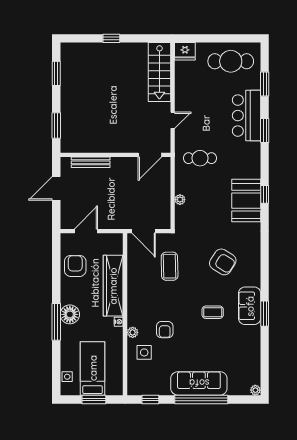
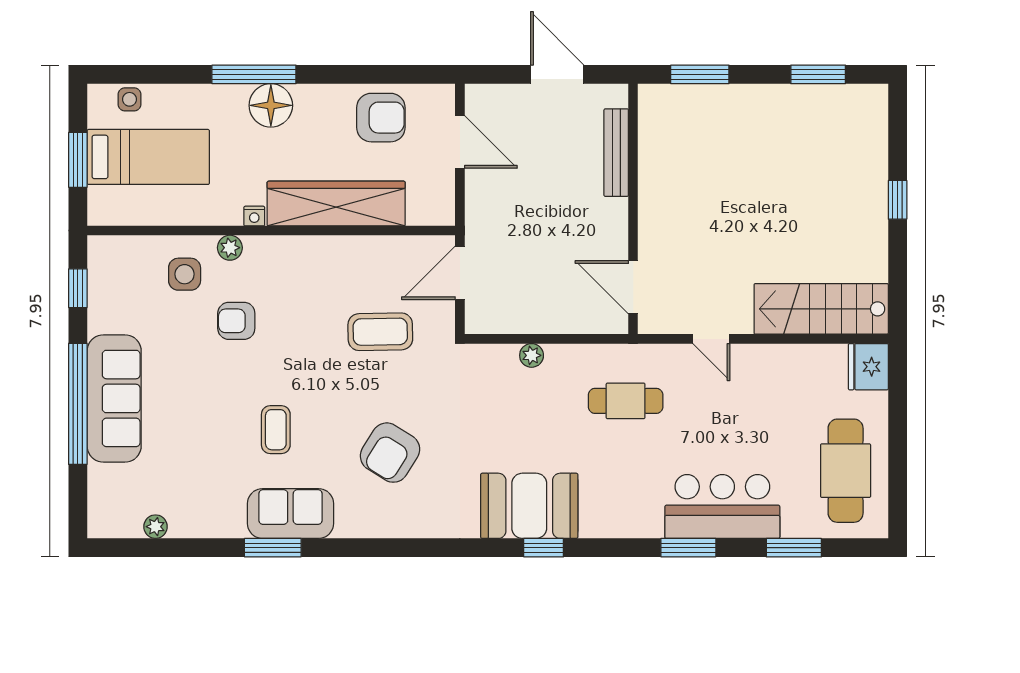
cafe table: (200, 158) -> (626, 401), turned 90
plant: (255, 390) -> (155, 527), moved

